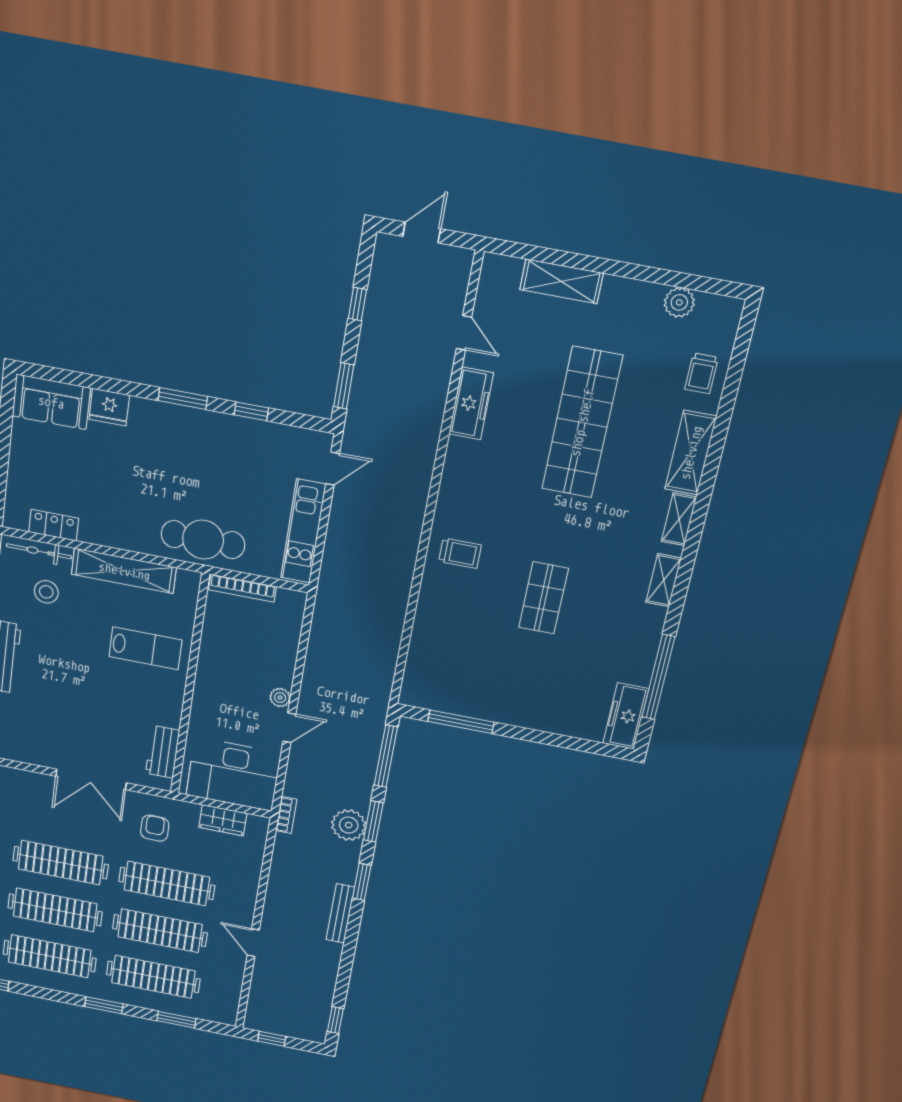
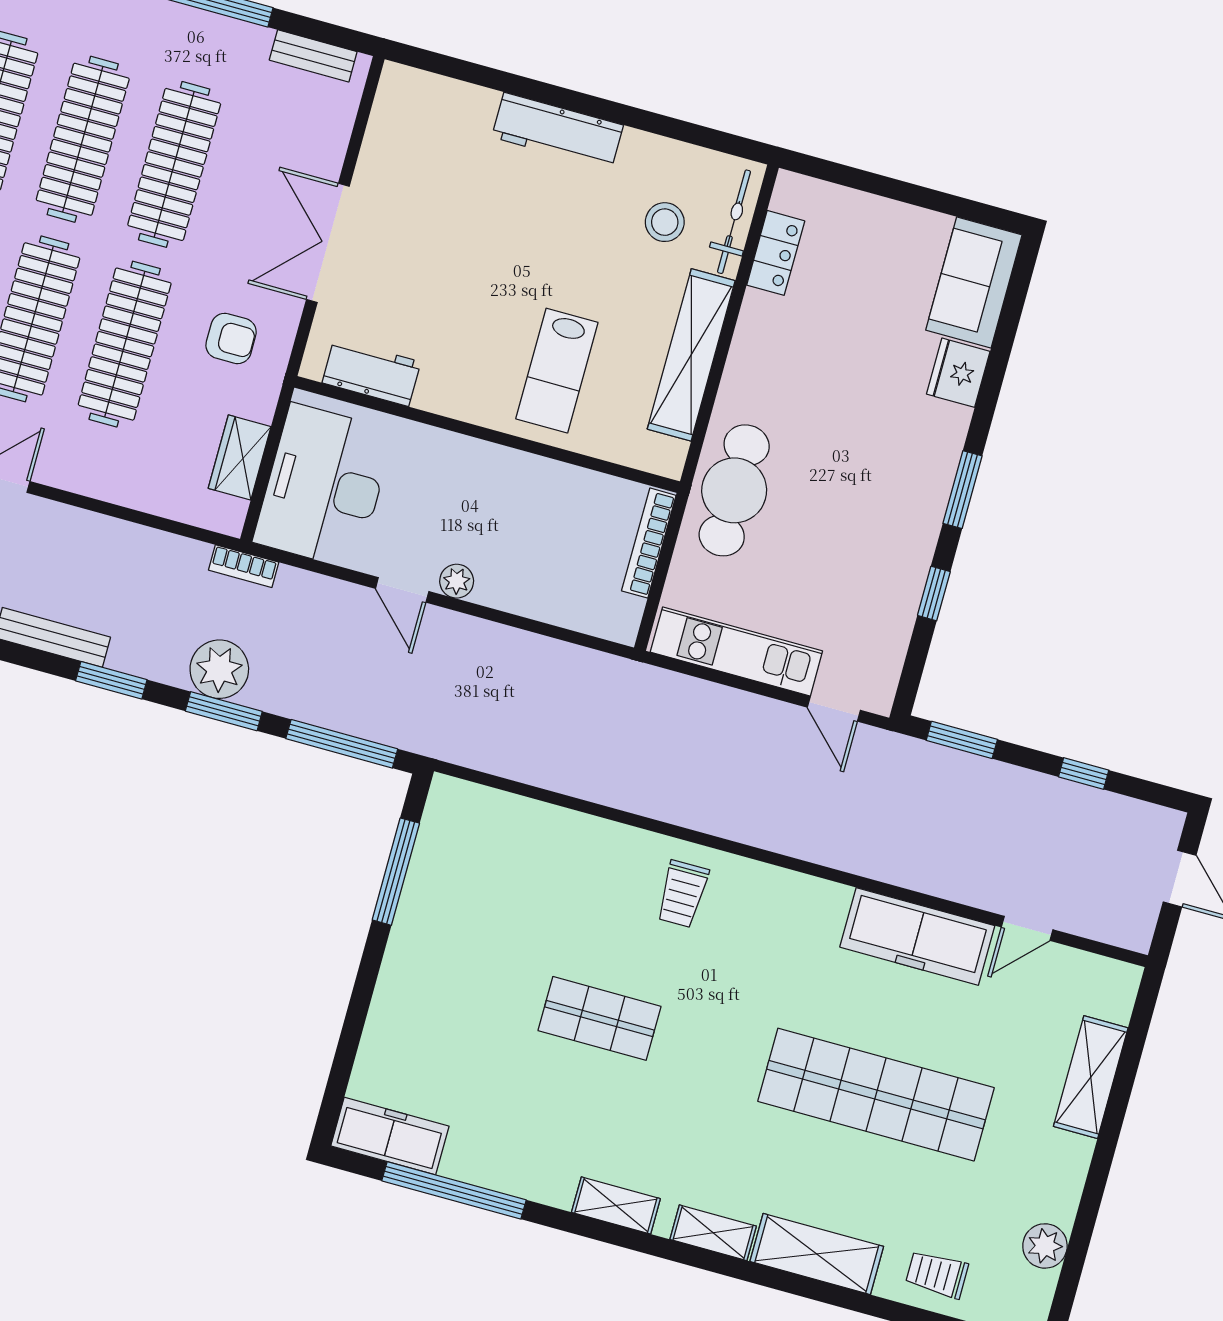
freezer: (471, 403) -> (917, 936), width x1.36, depth x1.26

